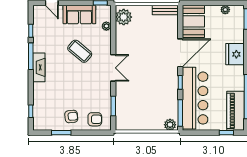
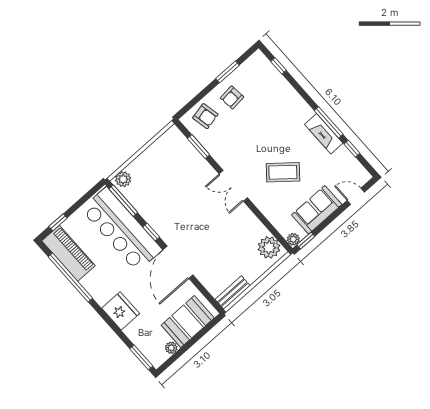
booth: (193, 21) -> (188, 321), moved, turned 90
plant: (106, 26) -> (293, 239), moved
fireplace: (39, 67) -> (324, 134), moved
armchair: (95, 119) -> (205, 116), turned -102

